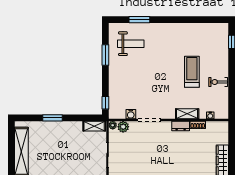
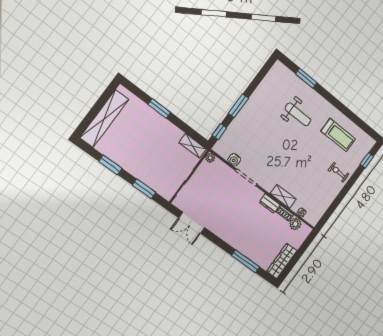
weight bench: (131, 44) -> (298, 114), moved
window: (105, 55) -> (238, 106), moved
treadmill: (192, 72) -> (338, 135), moved, turned 90
exercise bike: (218, 82) -> (338, 172), moved
plant: (123, 127) -> (295, 224), moved

